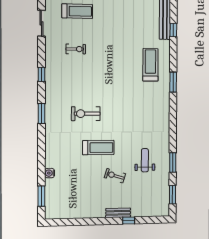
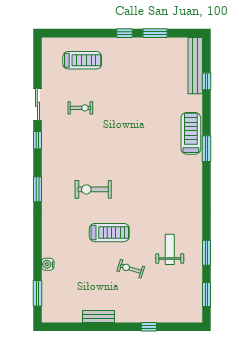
sliding door: (41, 23) -> (37, 104), moved
treadmill: (150, 65) -> (191, 133), moved
bench: (118, 213) -> (98, 317), moved

